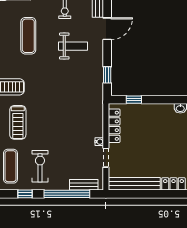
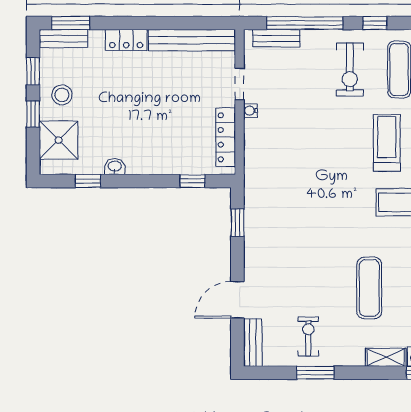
weight bench: (73, 46) -> (294, 271), removed

